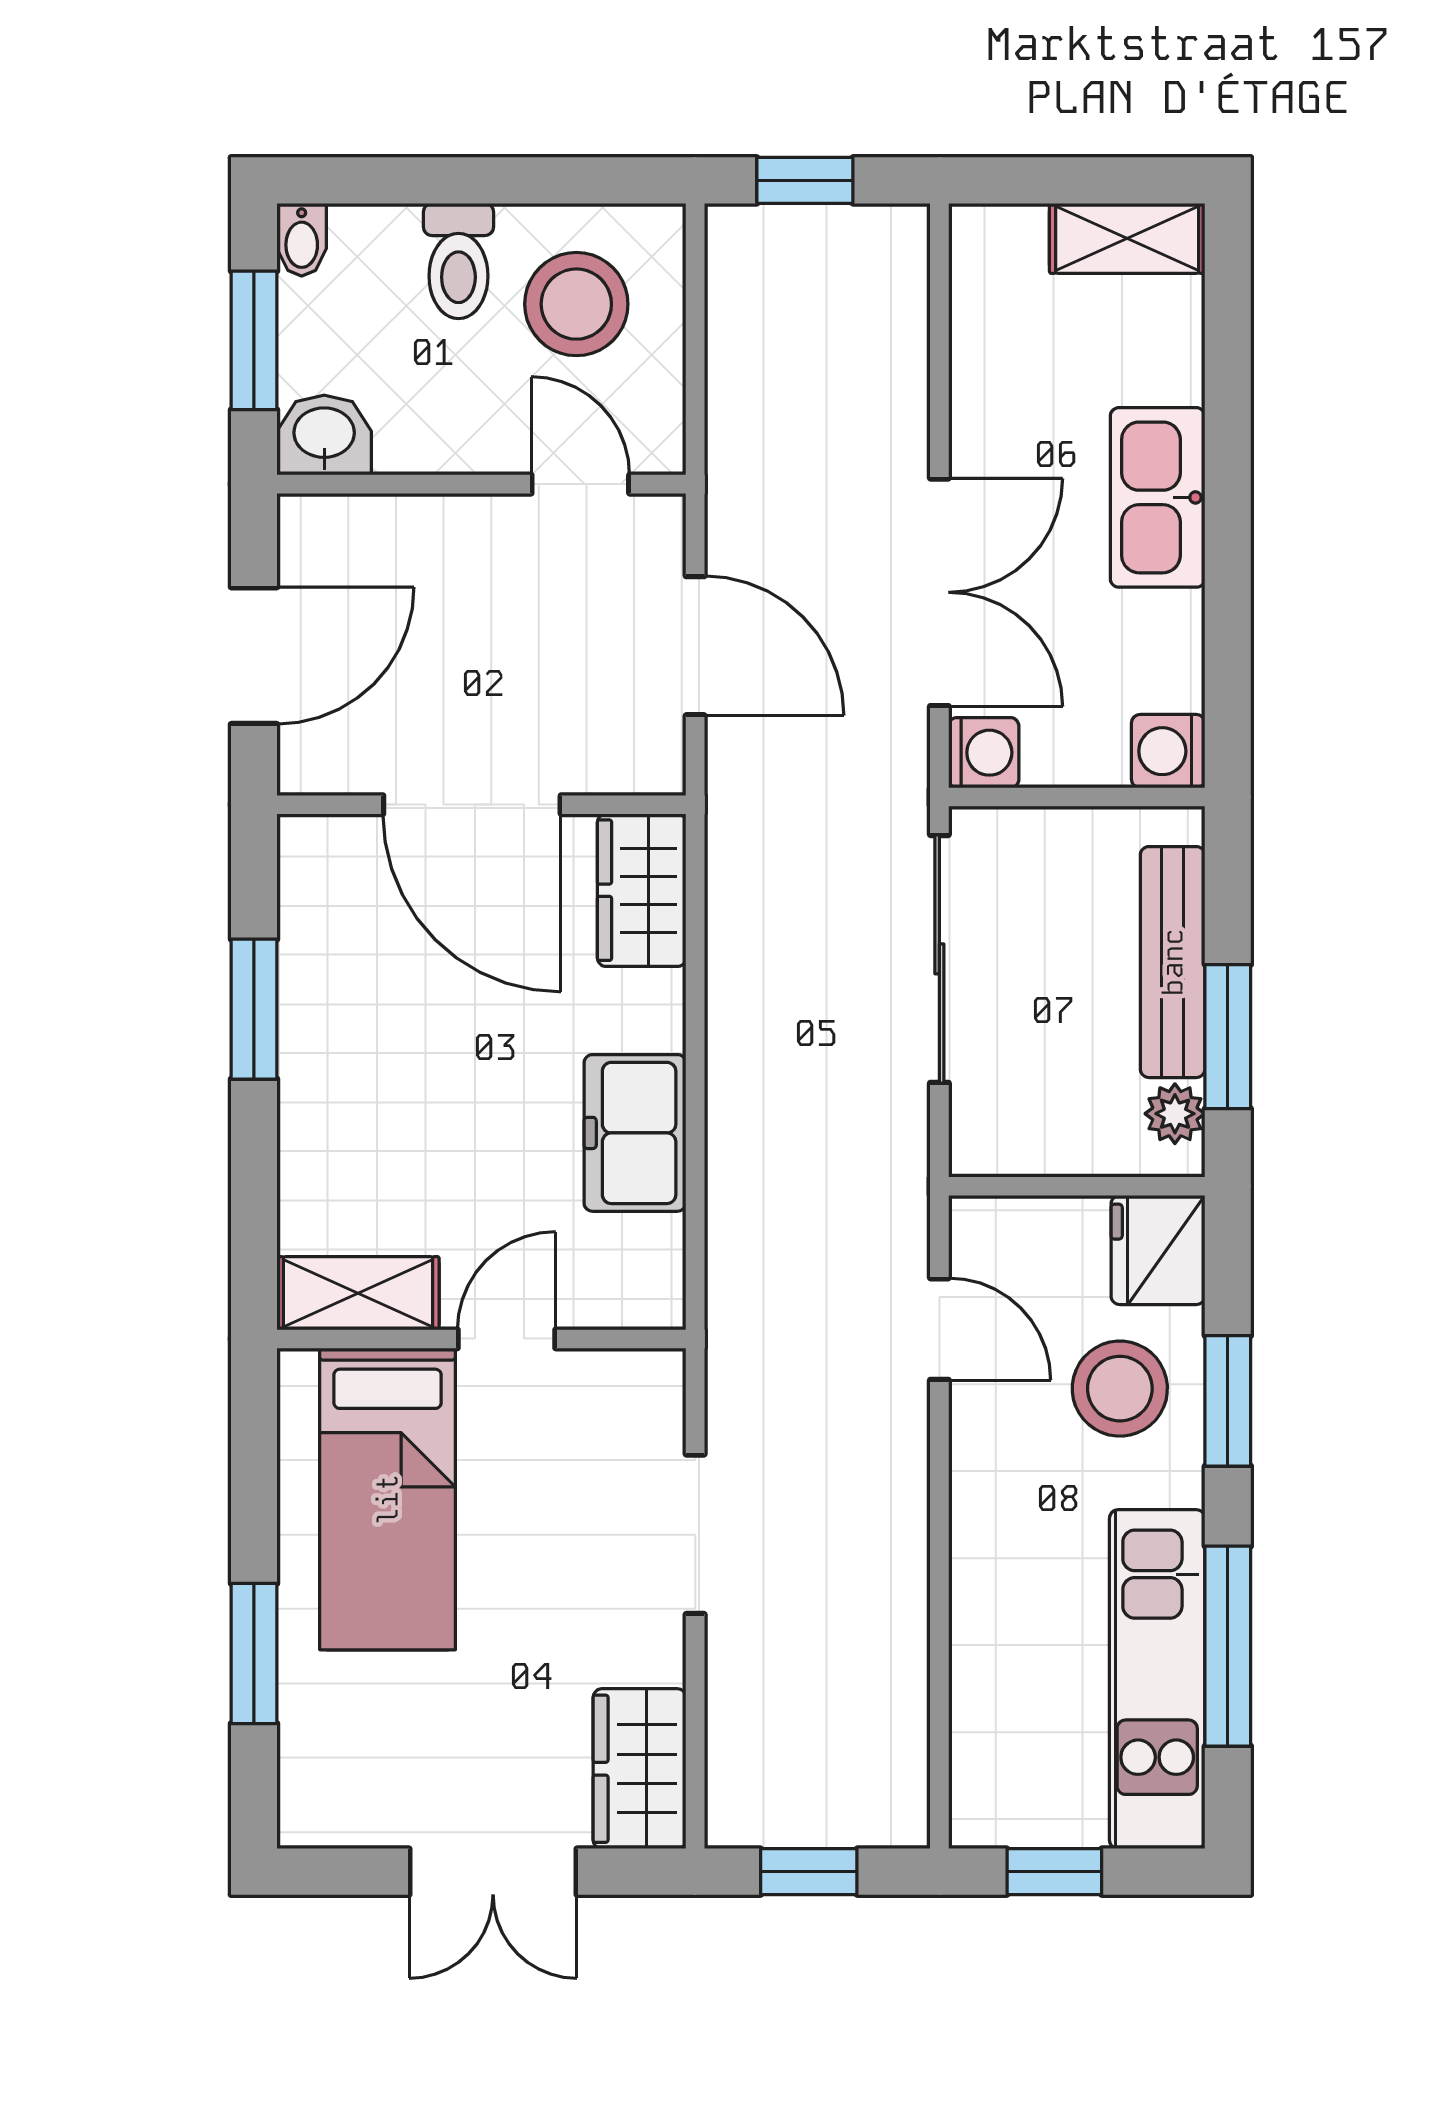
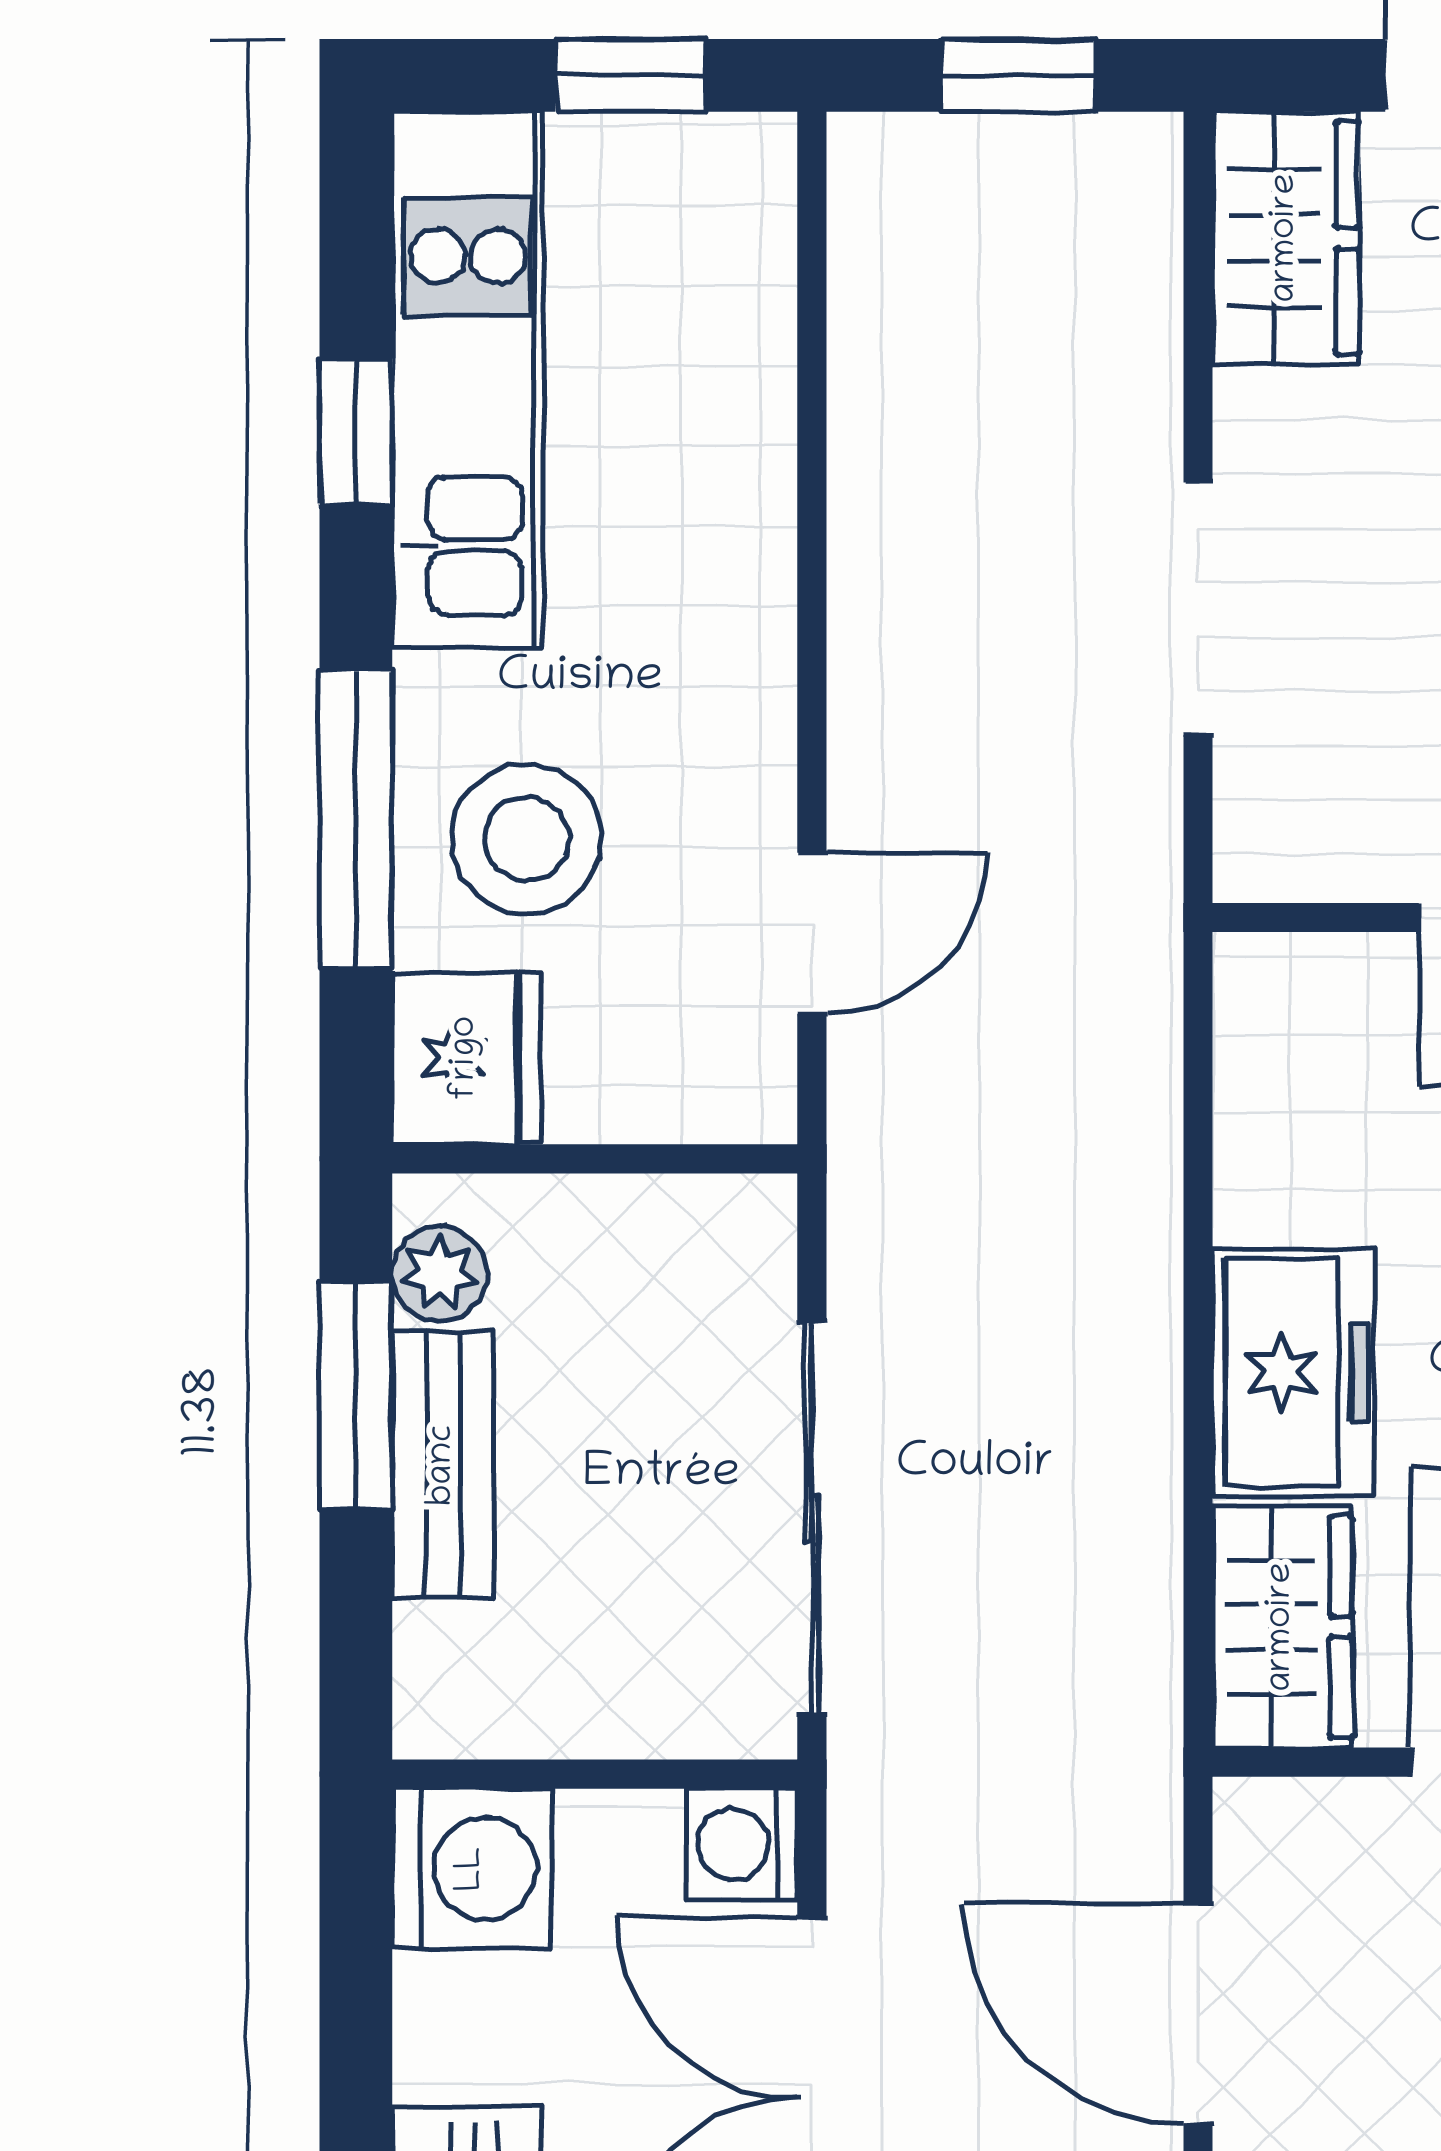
washing machine: (1168, 751) -> (472, 1869), width x1.38, depth x1.38
bench: (1173, 962) -> (443, 1465), width x0.73
freezer: (635, 1133) -> (1293, 1373), moved
door: (939, 1329) -> (812, 933), swing flipped
window: (1228, 1401) -> (356, 820), width x1.44
window: (1228, 1646) -> (356, 432), width x0.46

